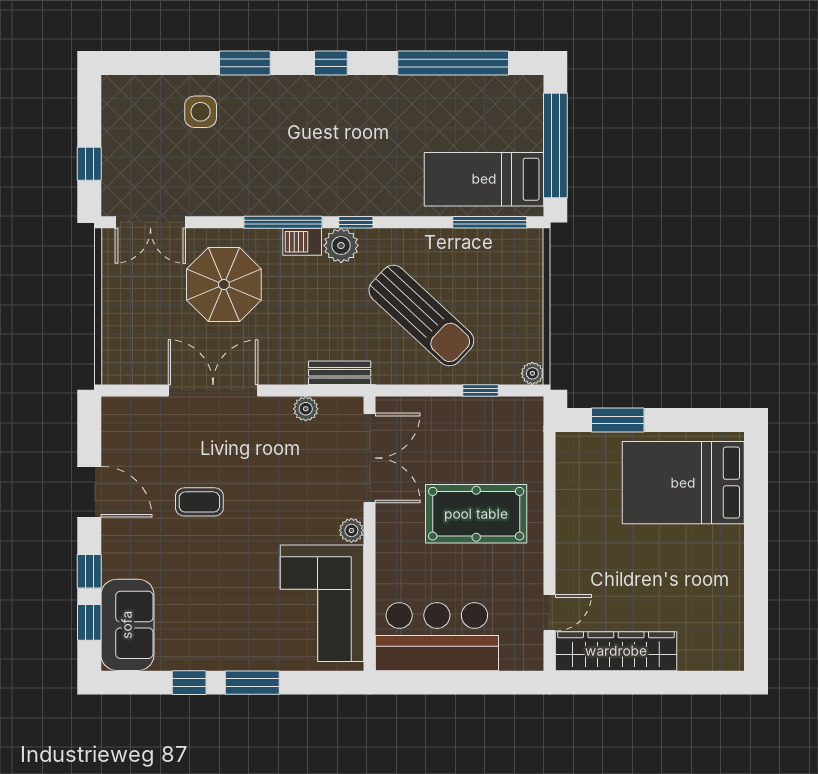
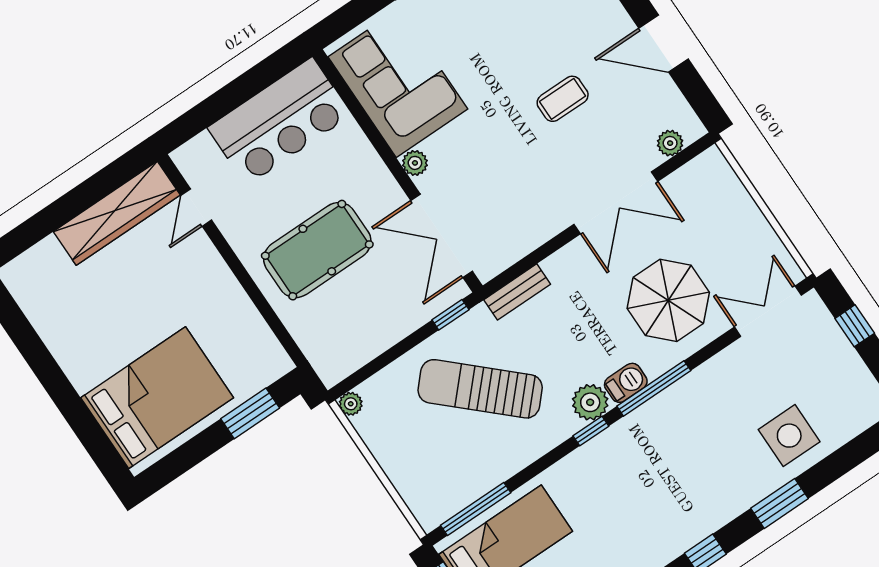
side table: (201, 112) -> (789, 436), width x1.37, depth x1.37
window: (480, 390) -> (450, 315), moved
plant: (306, 409) -> (670, 143), moved

